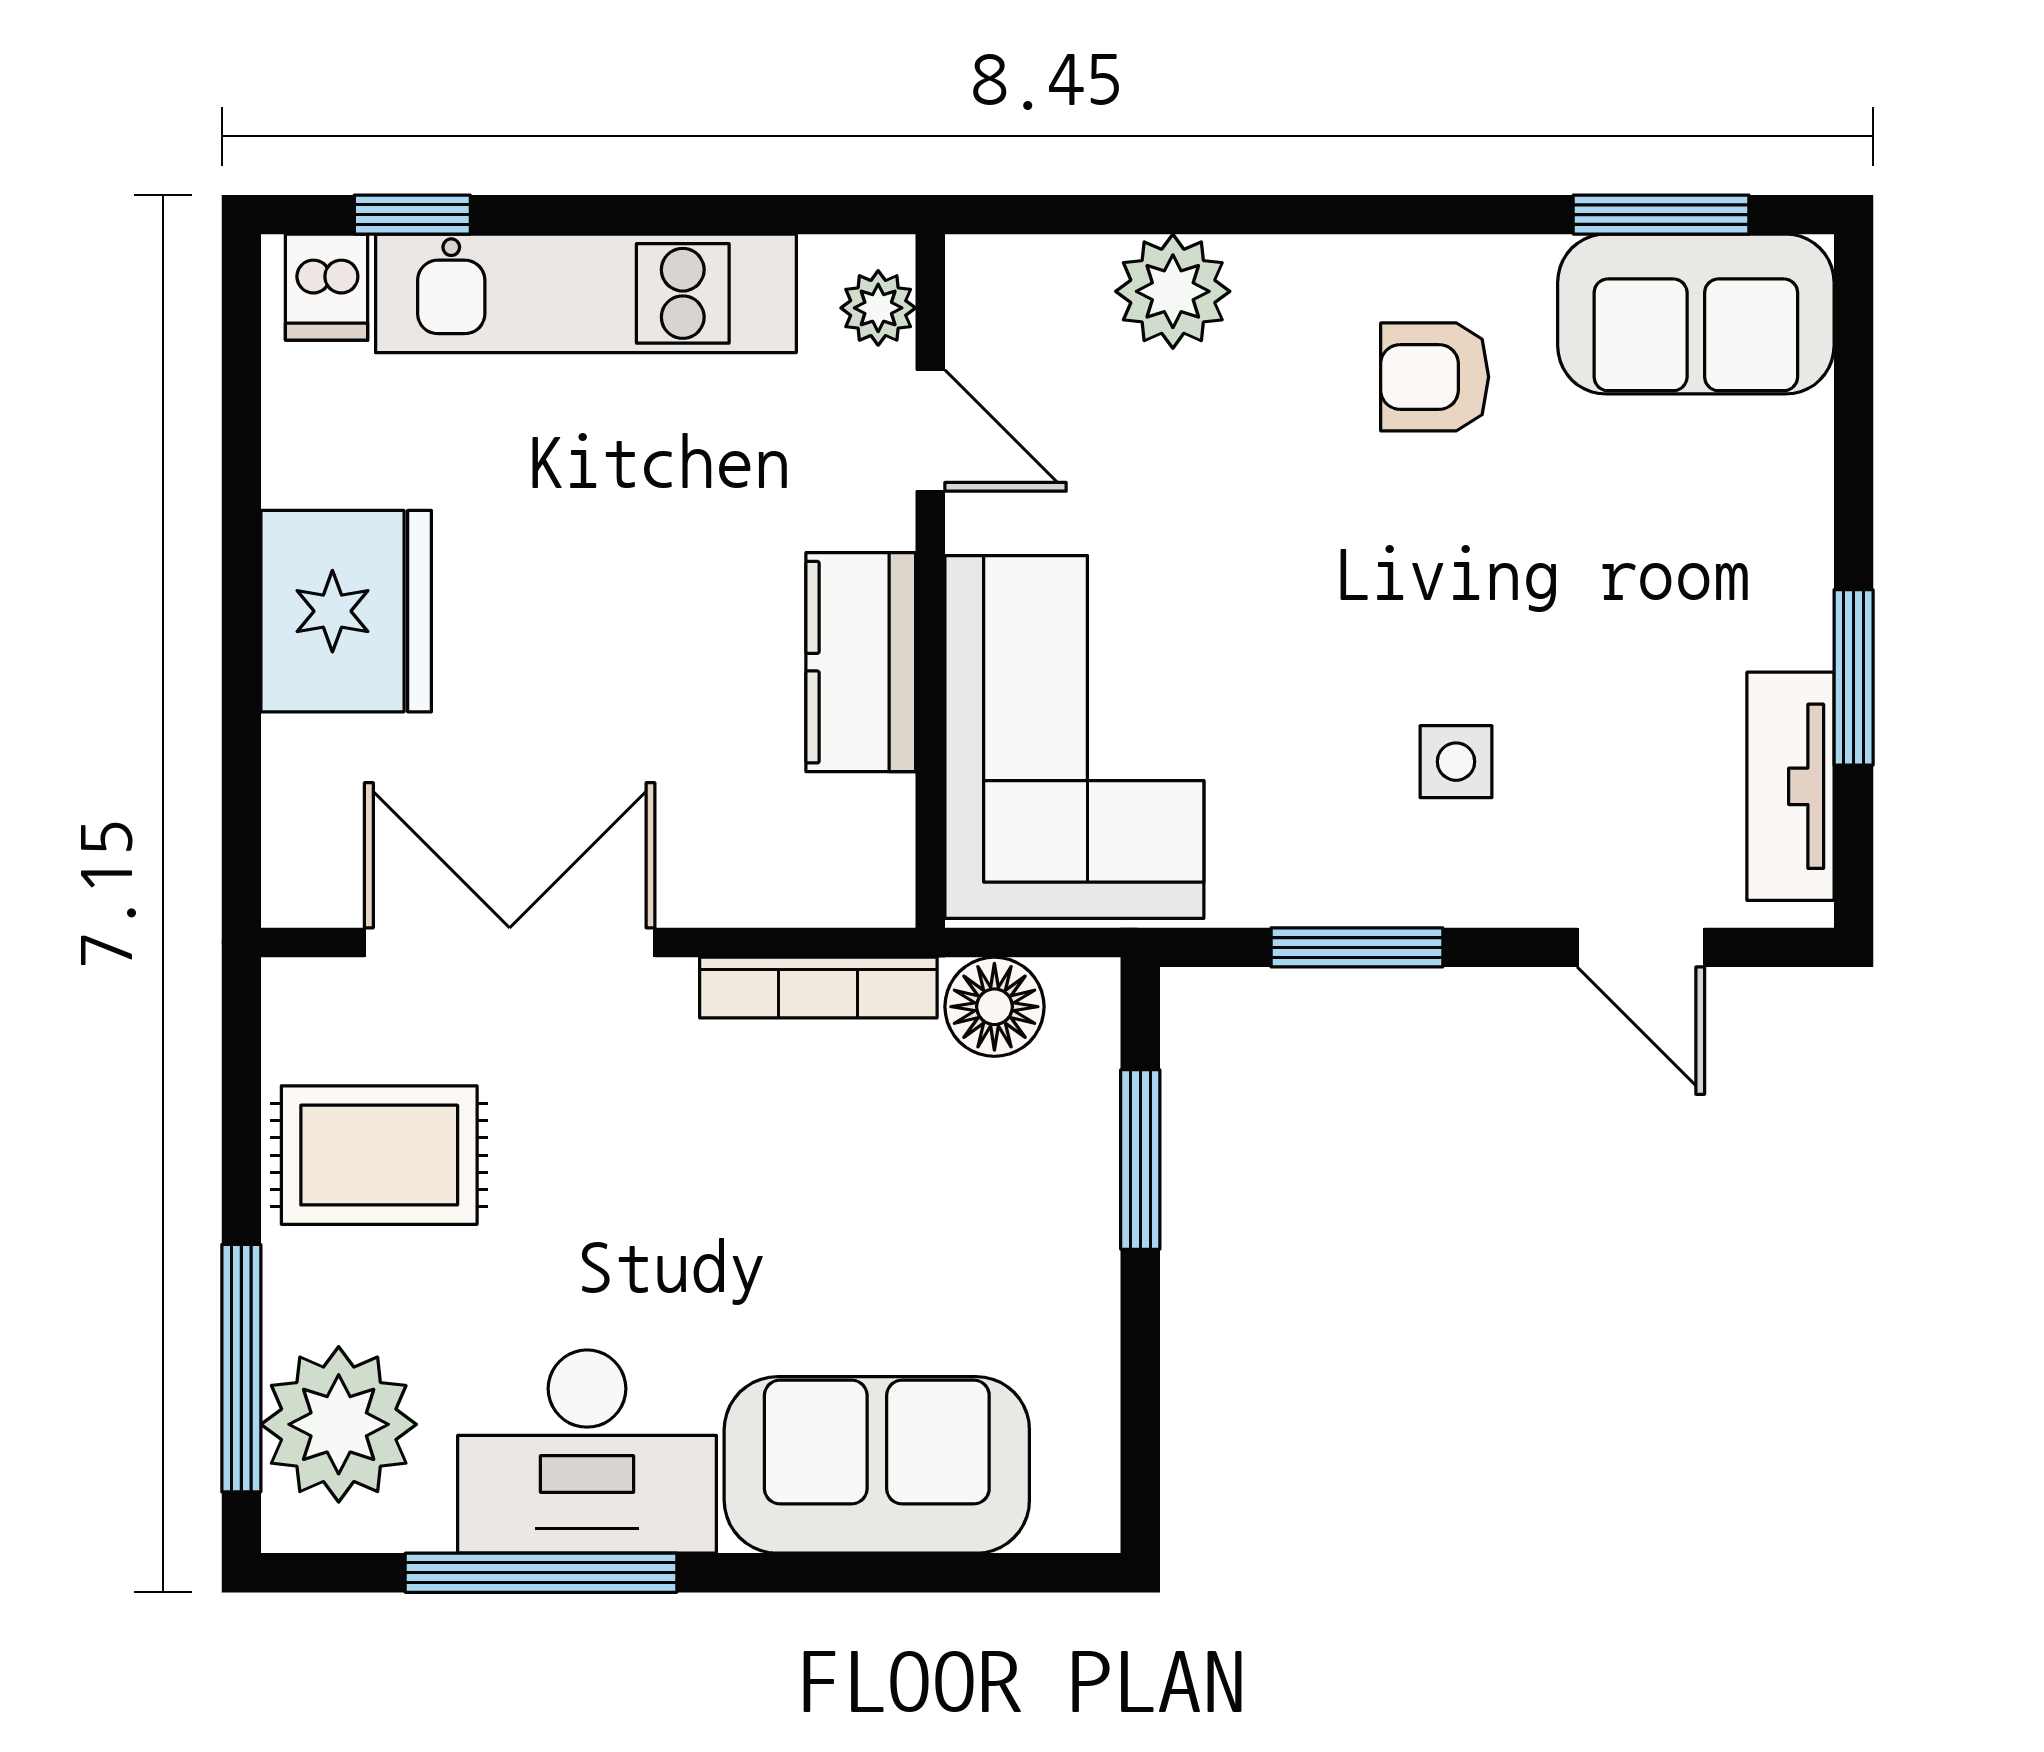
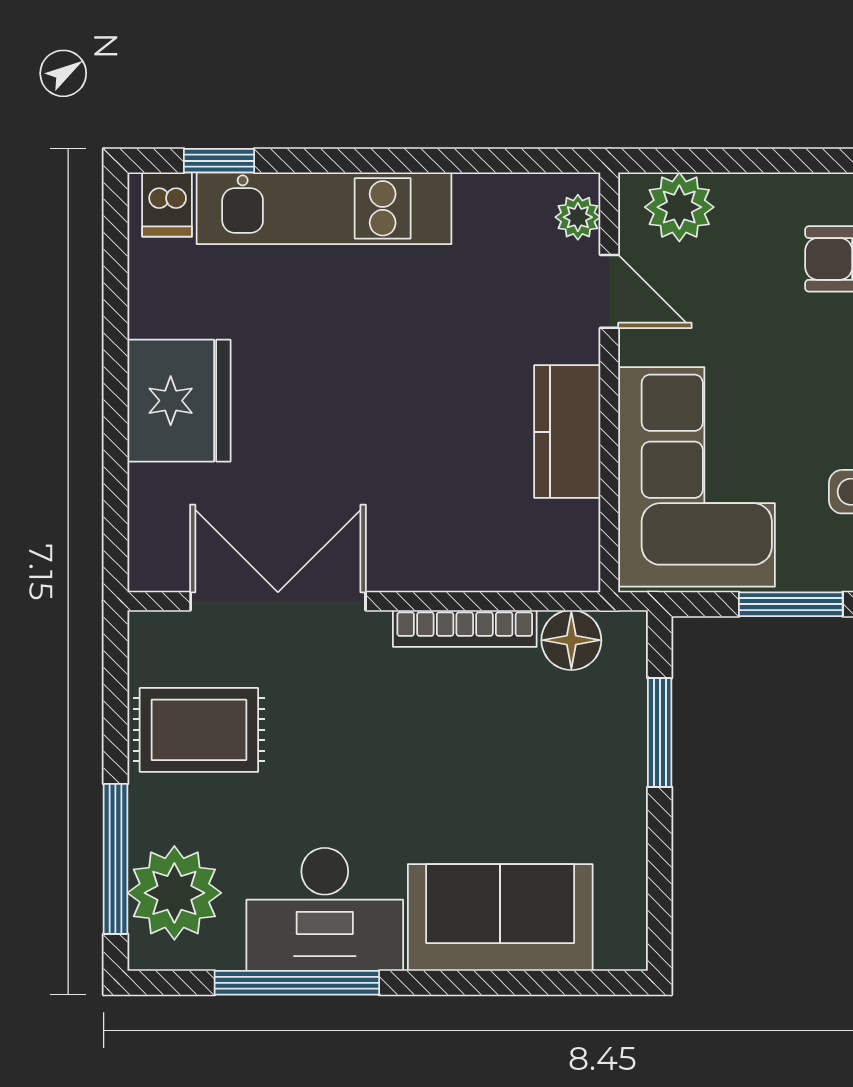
plant: (878, 308) -> (578, 217), moved
door: (930, 430) -> (609, 291), moved
wall: (930, 581) -> (609, 382), moved
kitchen counter: (861, 662) -> (567, 432), moved
corner sofa: (1074, 737) -> (697, 477), moved

